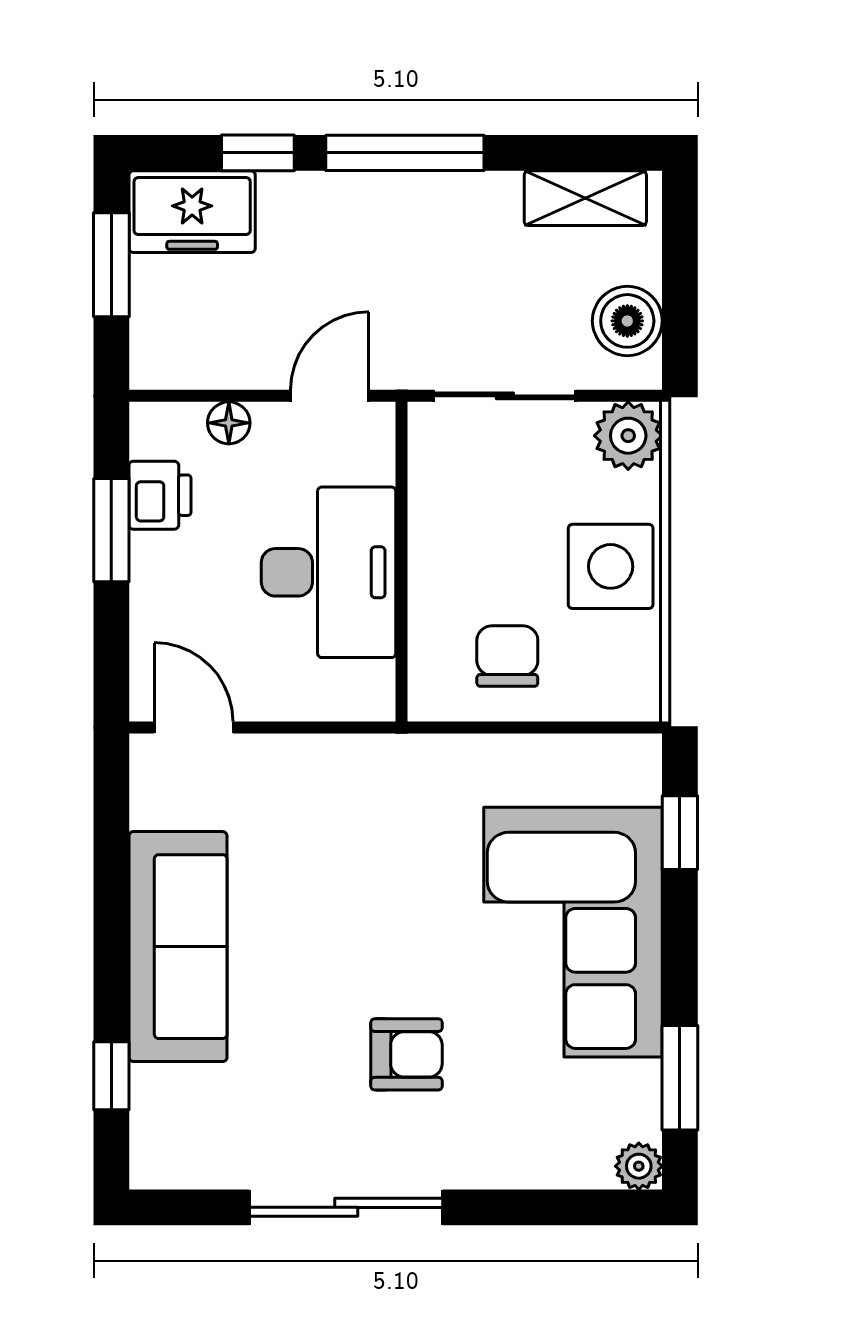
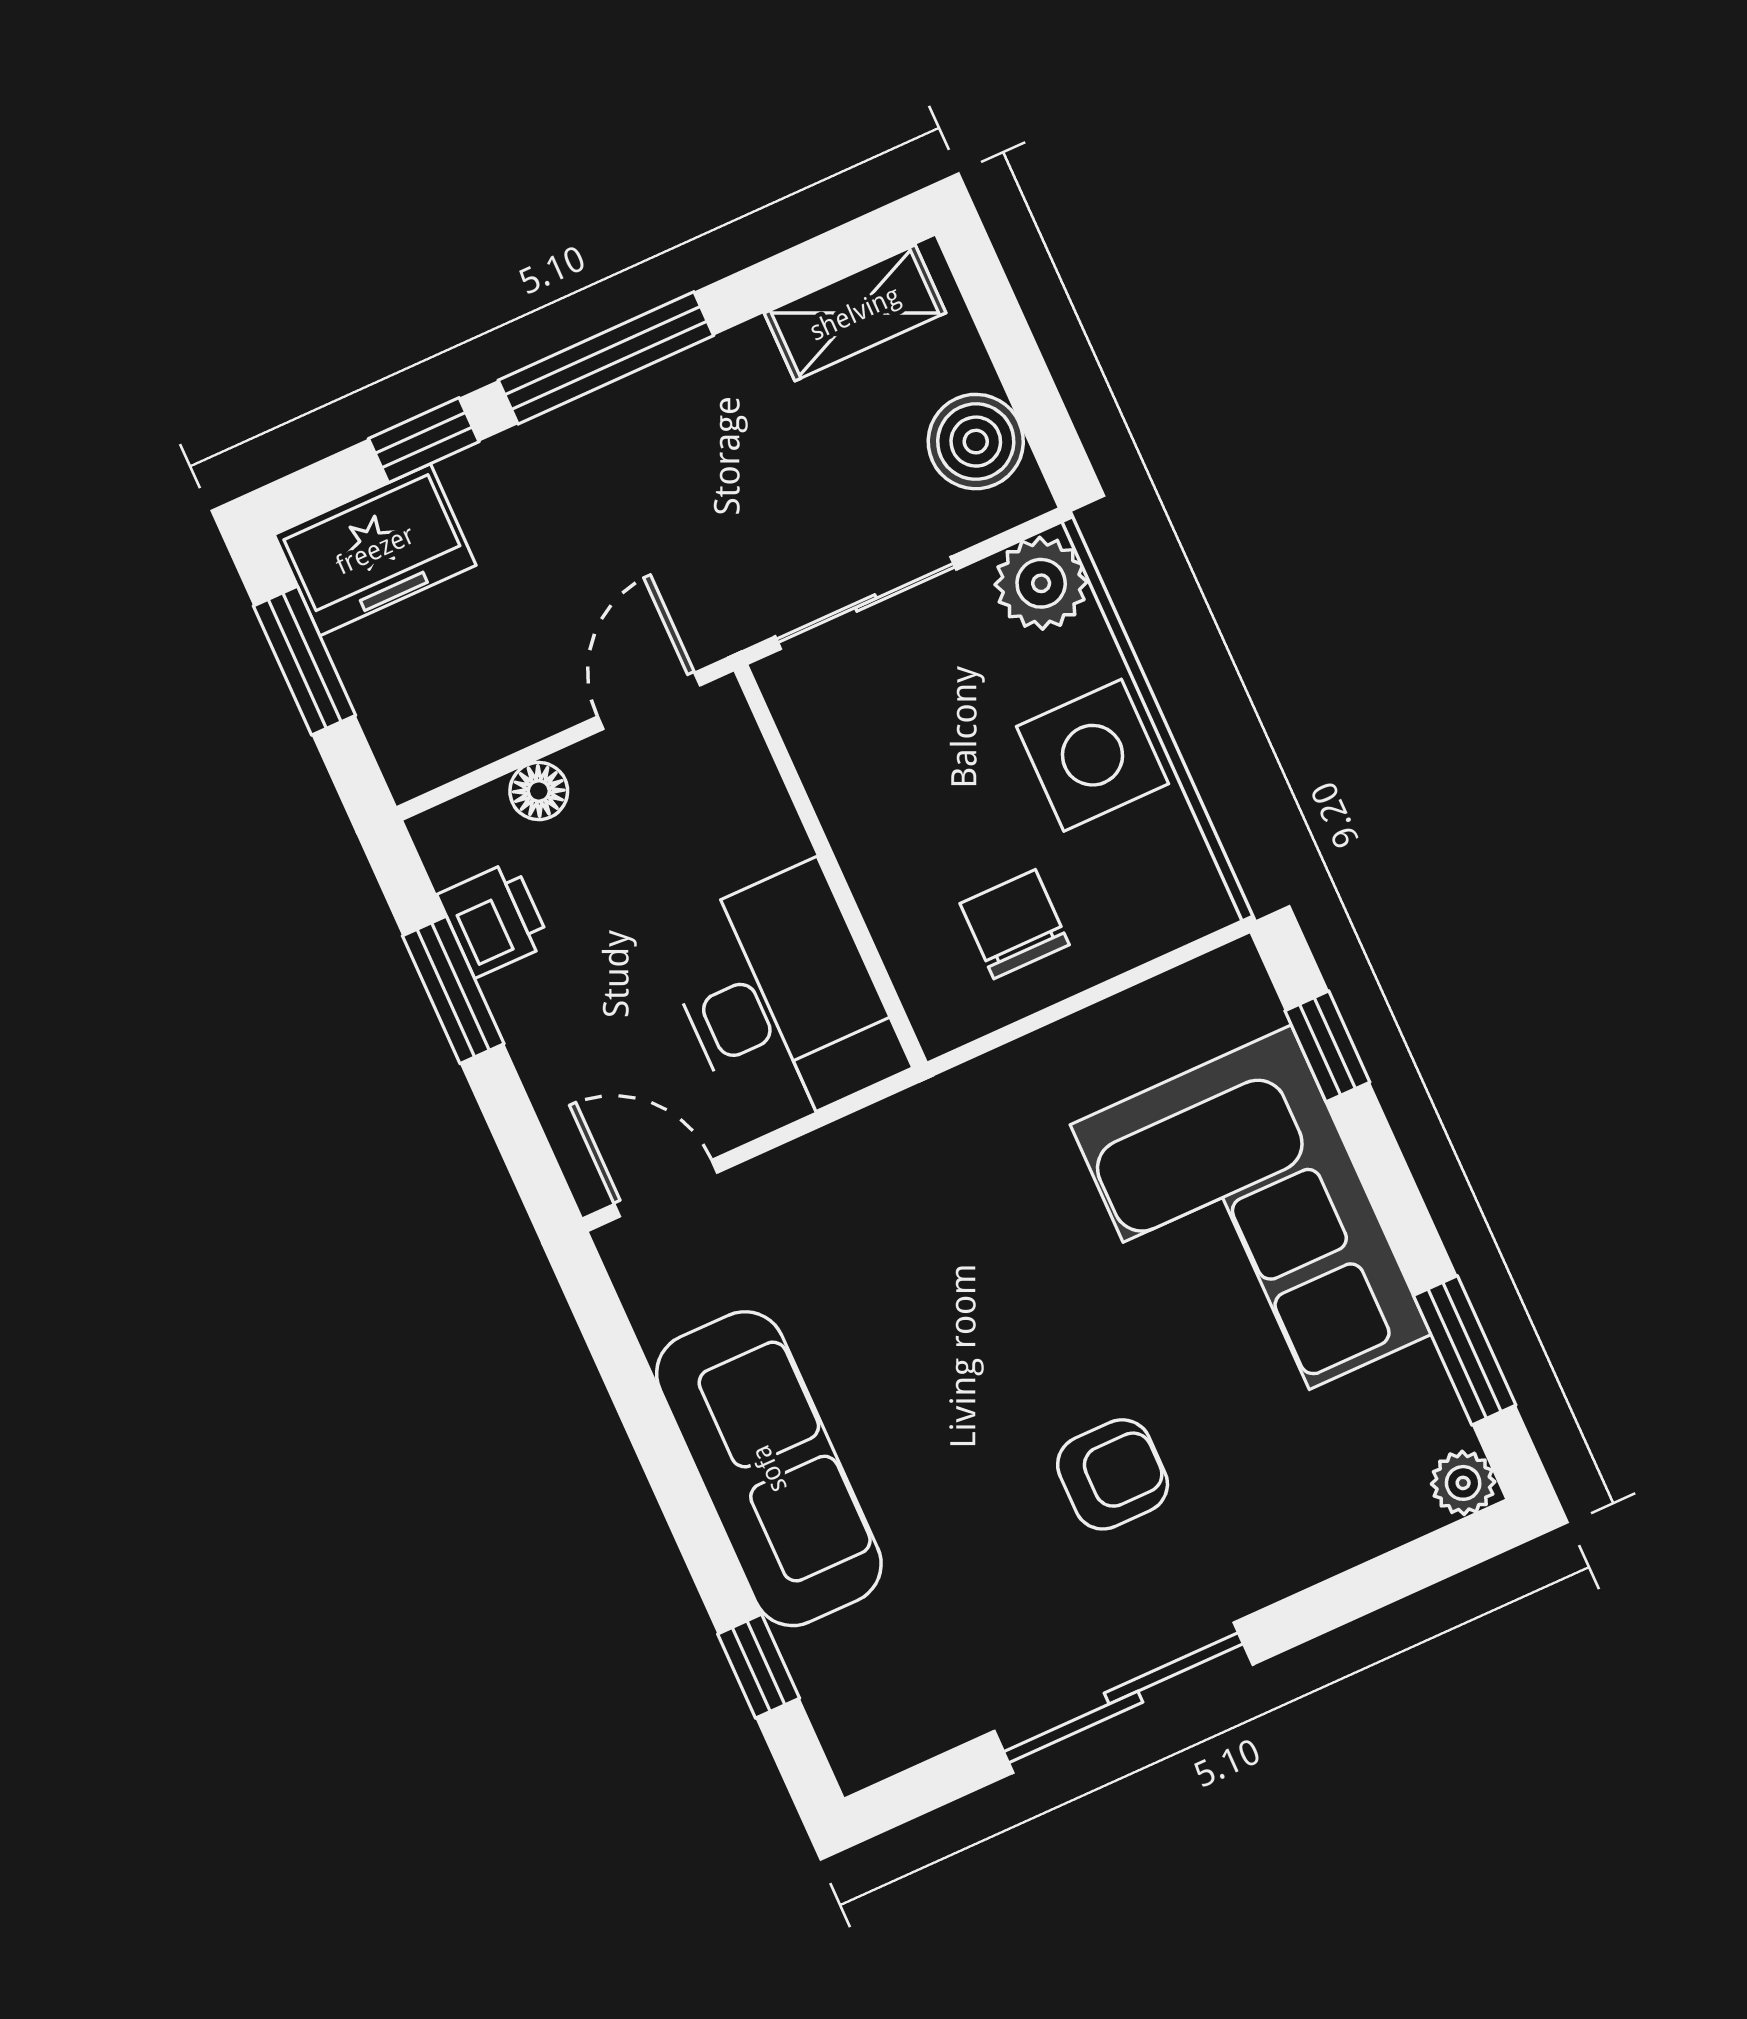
desk: (328, 572) -> (782, 1000), moved

